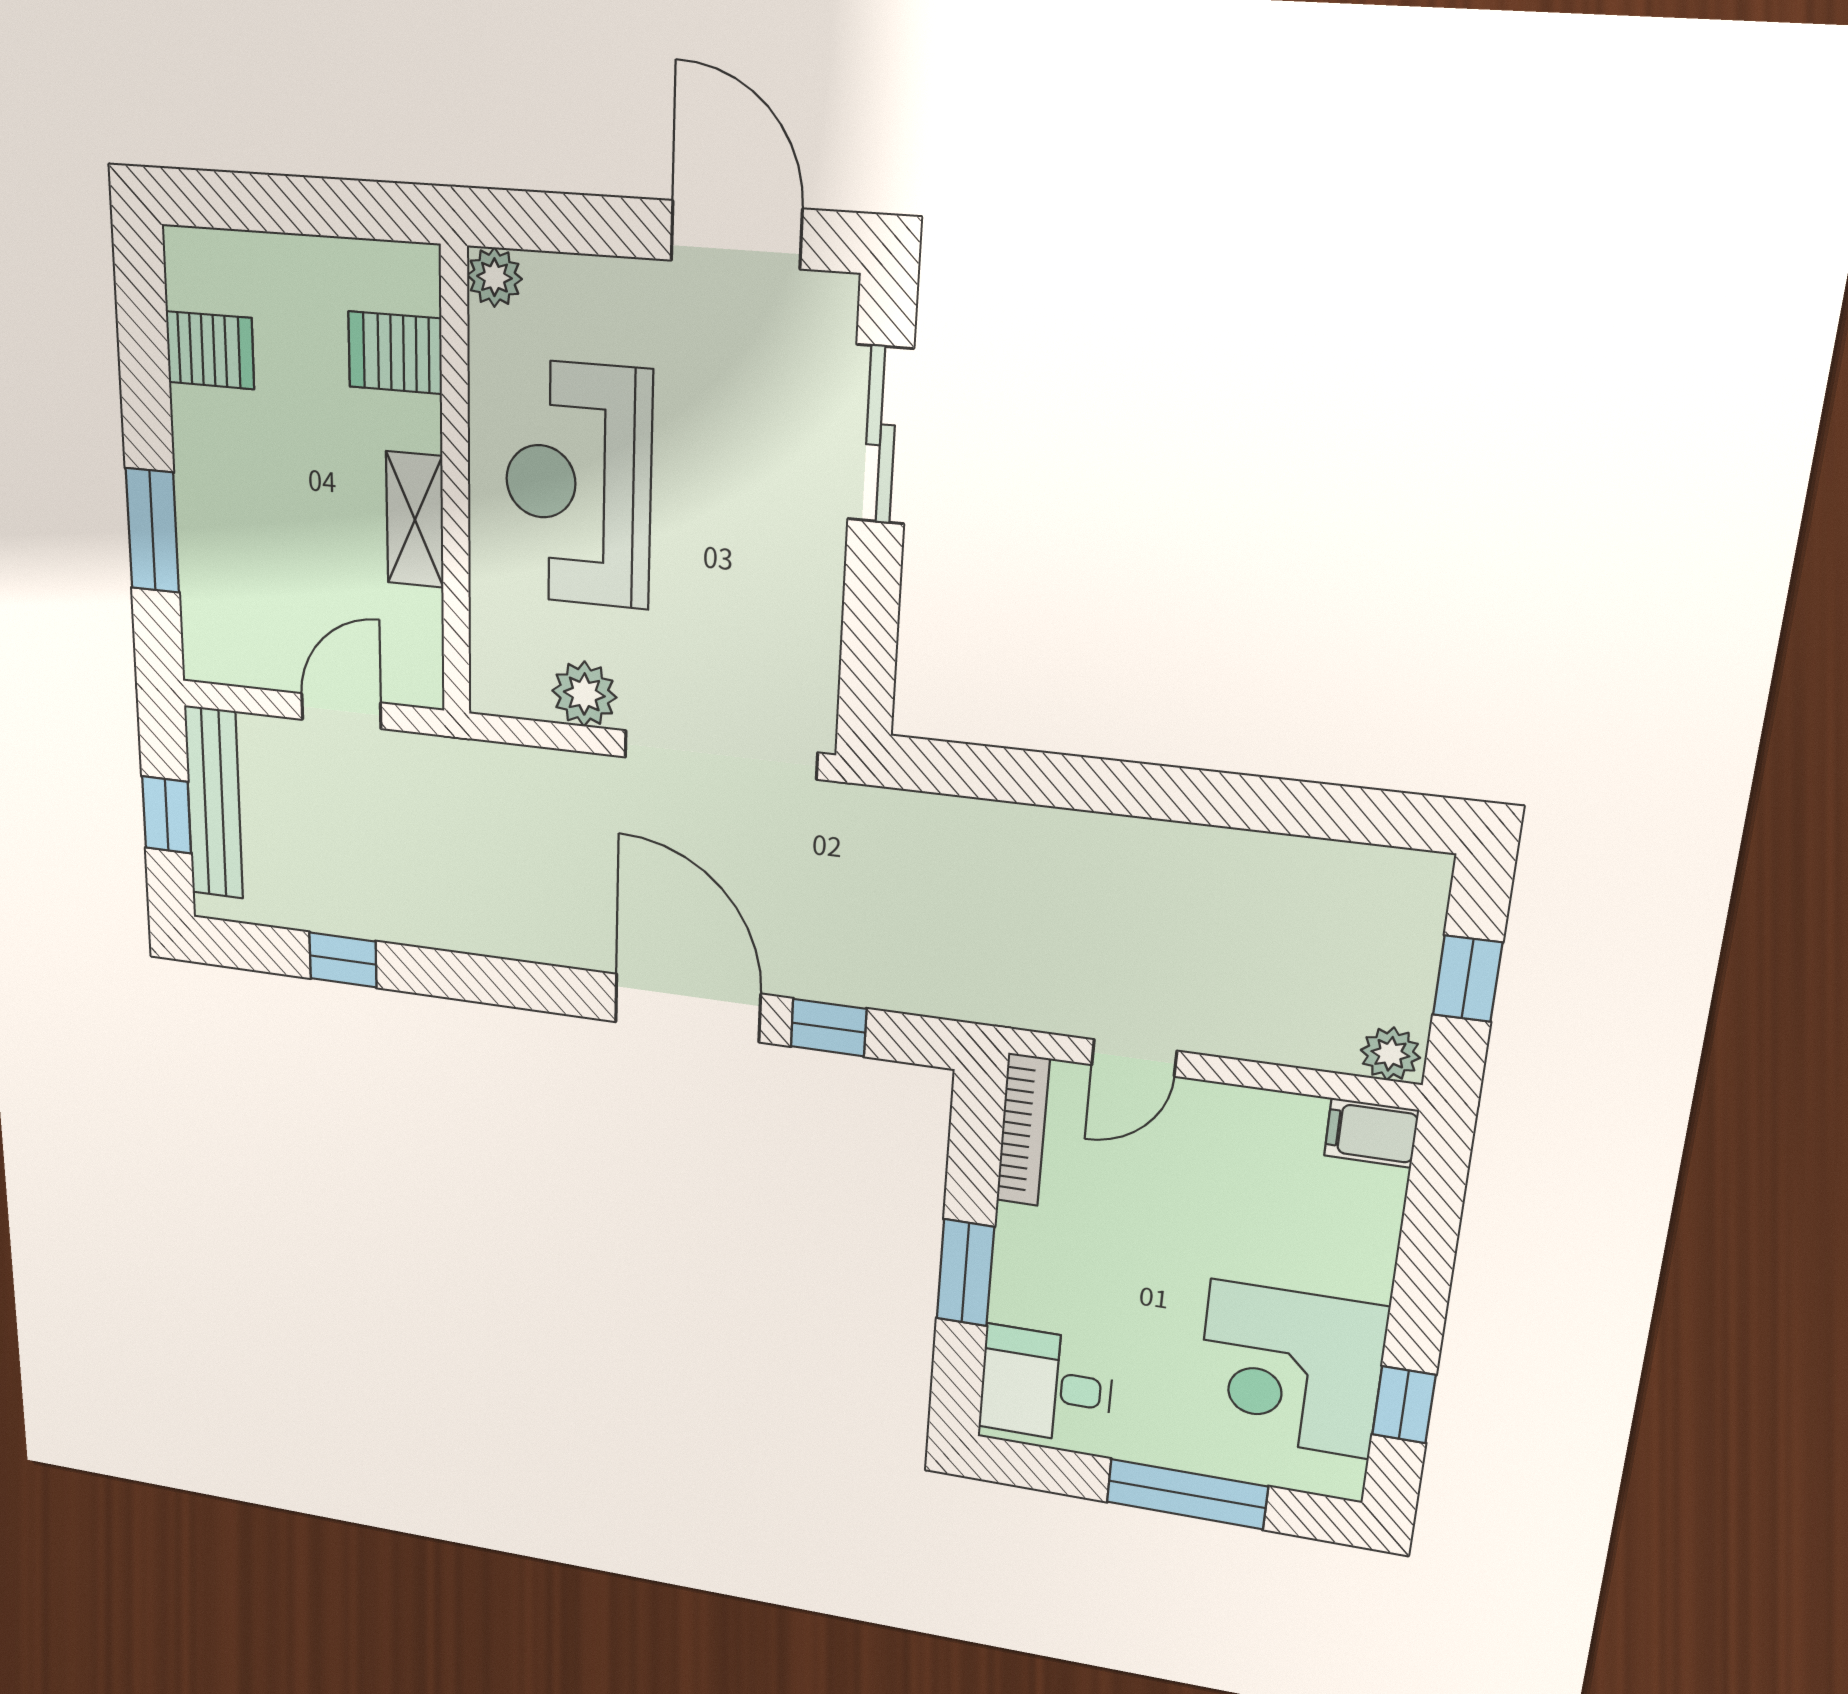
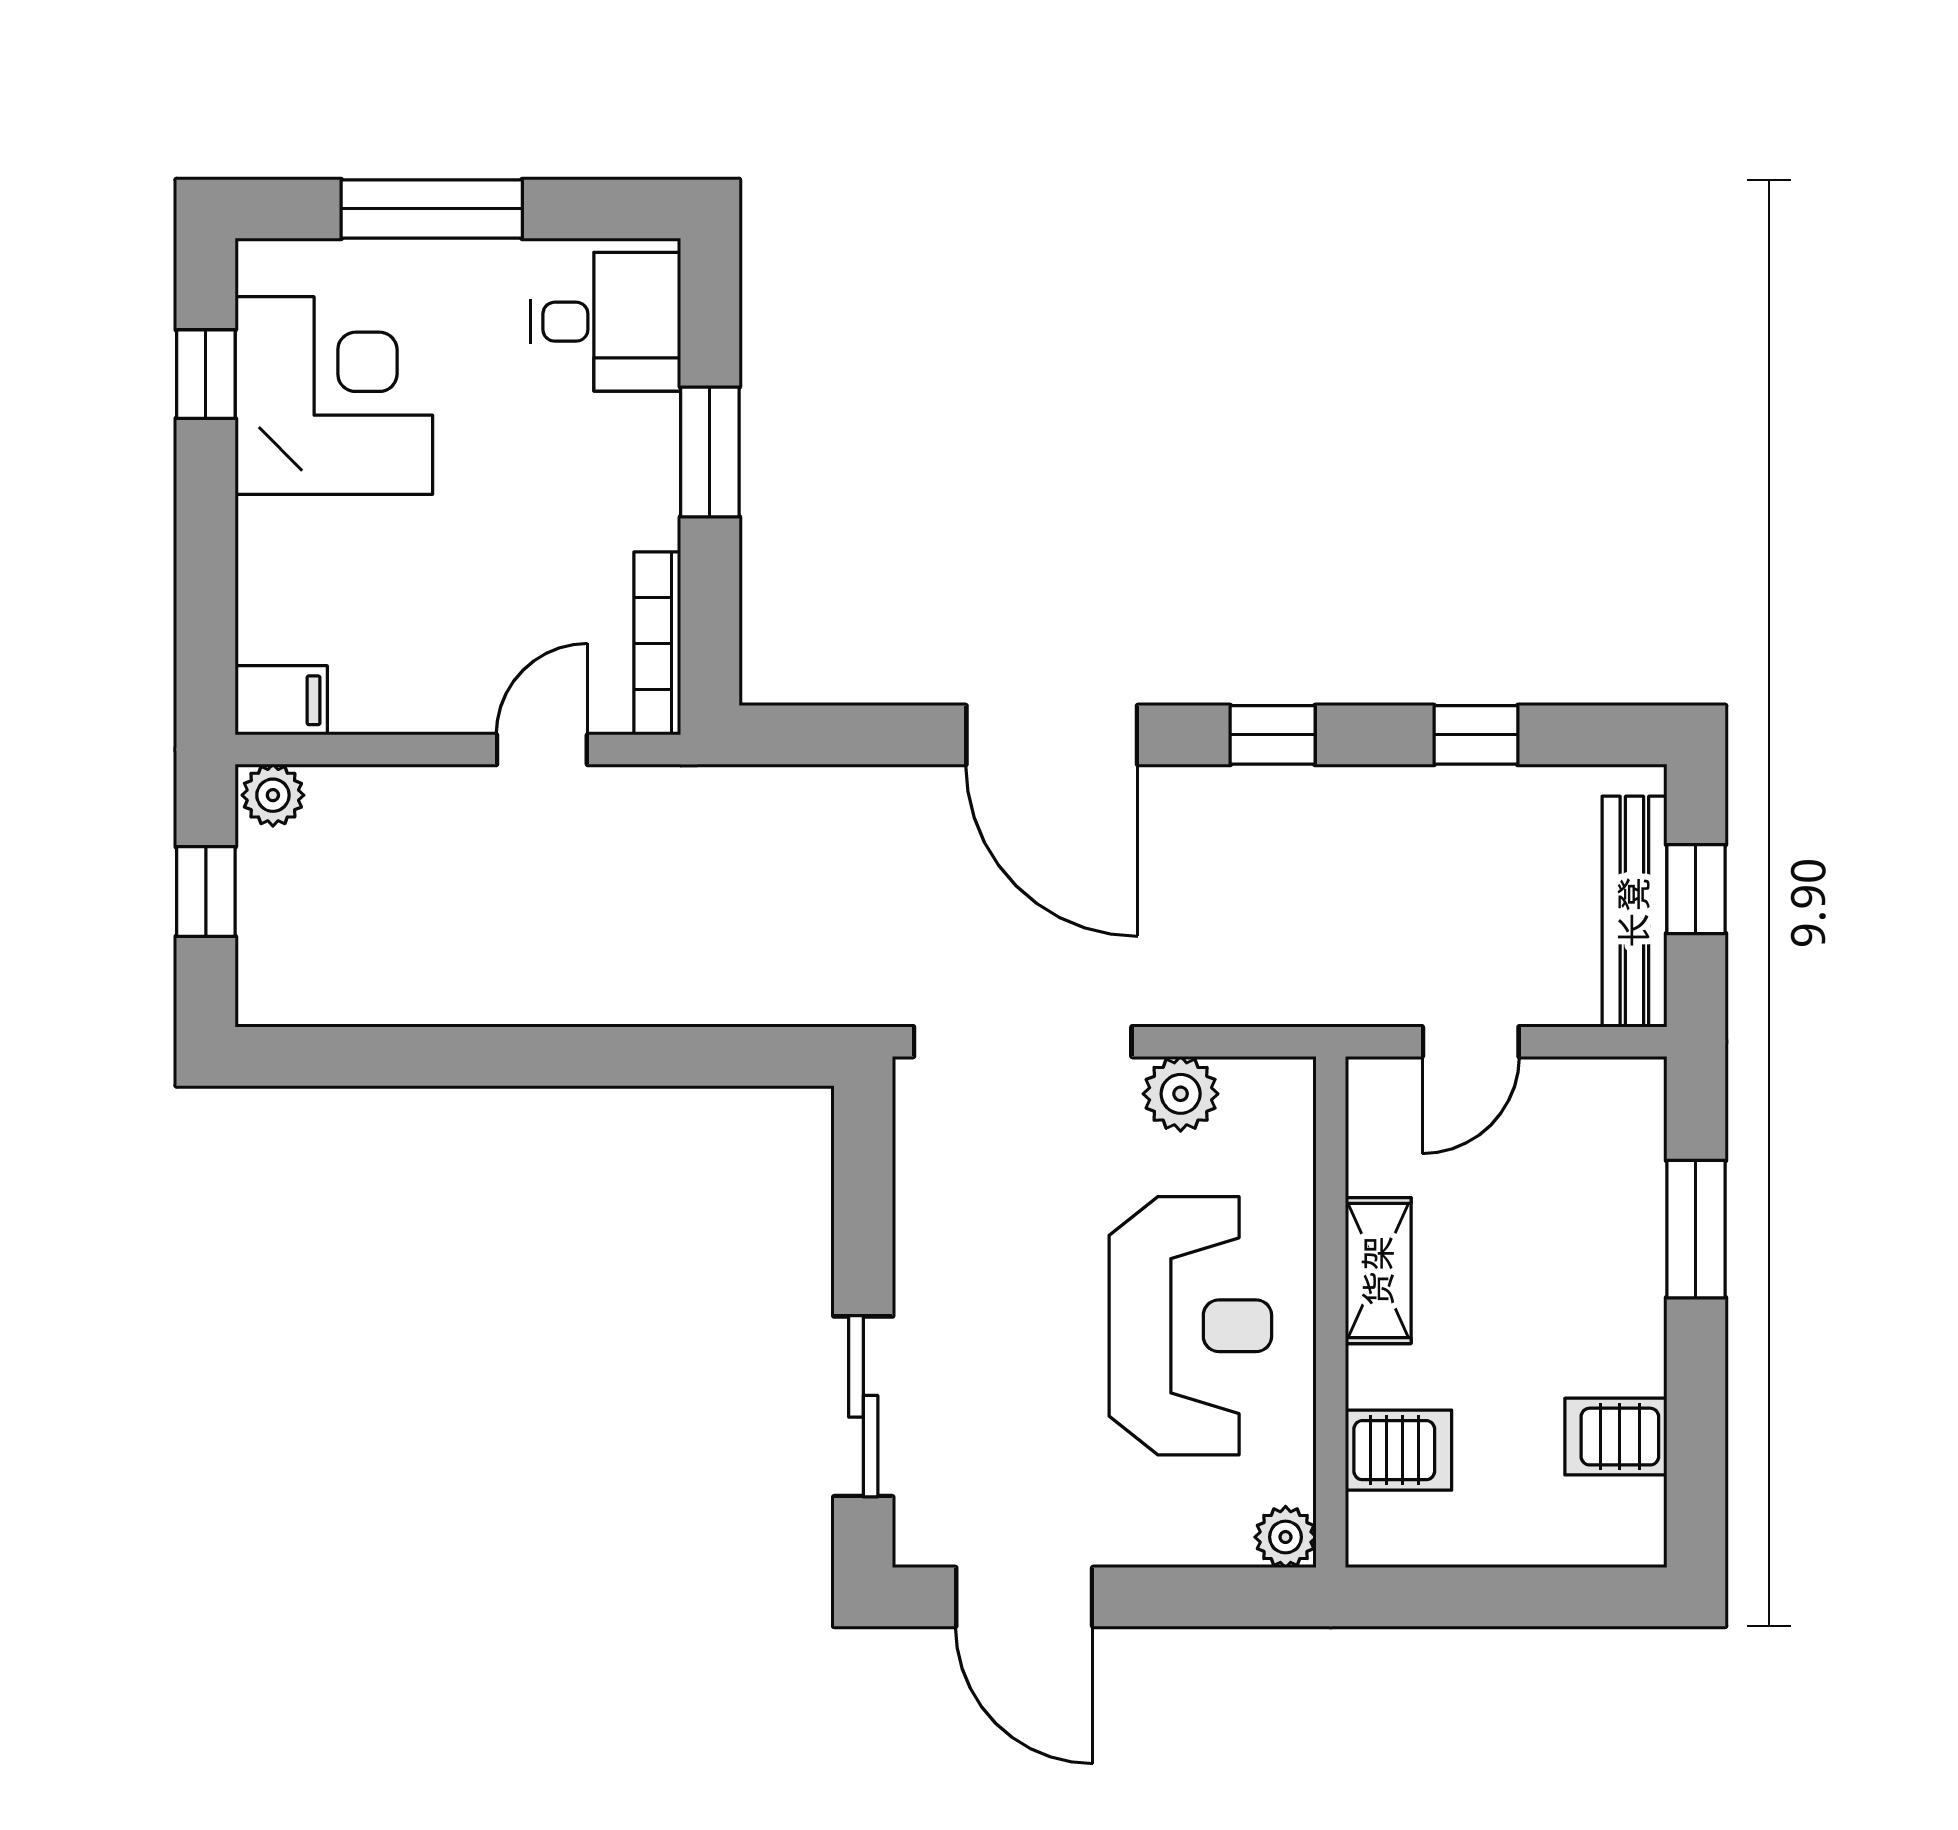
window: (829, 1028) -> (1273, 735), moved

